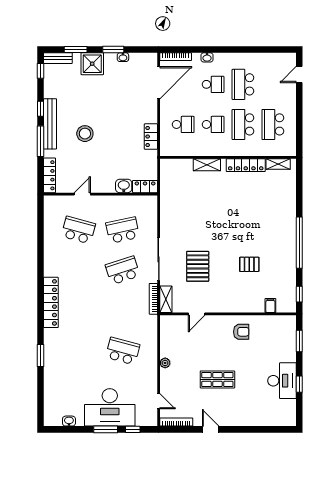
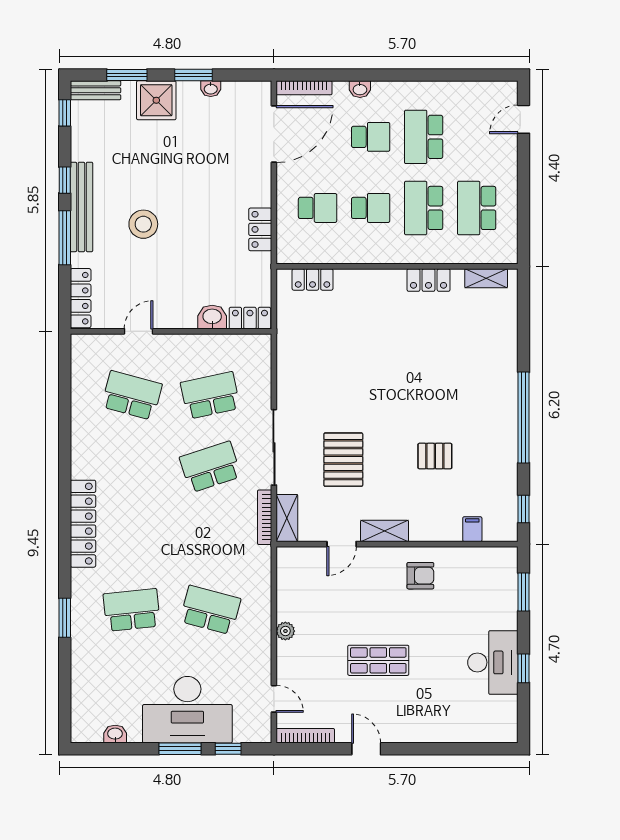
locker: (180, 165) -> (313, 280), added
shelving: (207, 165) -> (385, 531), moved
locker: (246, 165) -> (429, 280), width x0.66
school desk: (78, 351) -> (132, 610), added

